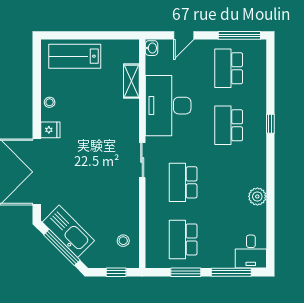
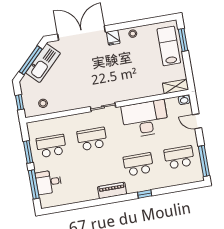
window: (70, 35) -> (183, 40), added
shelving: (131, 81) -> (176, 86), moved
piano: (258, 167) -> (112, 190), added
plant: (257, 196) -> (91, 194), removed
desk: (251, 252) -> (49, 182), moved

